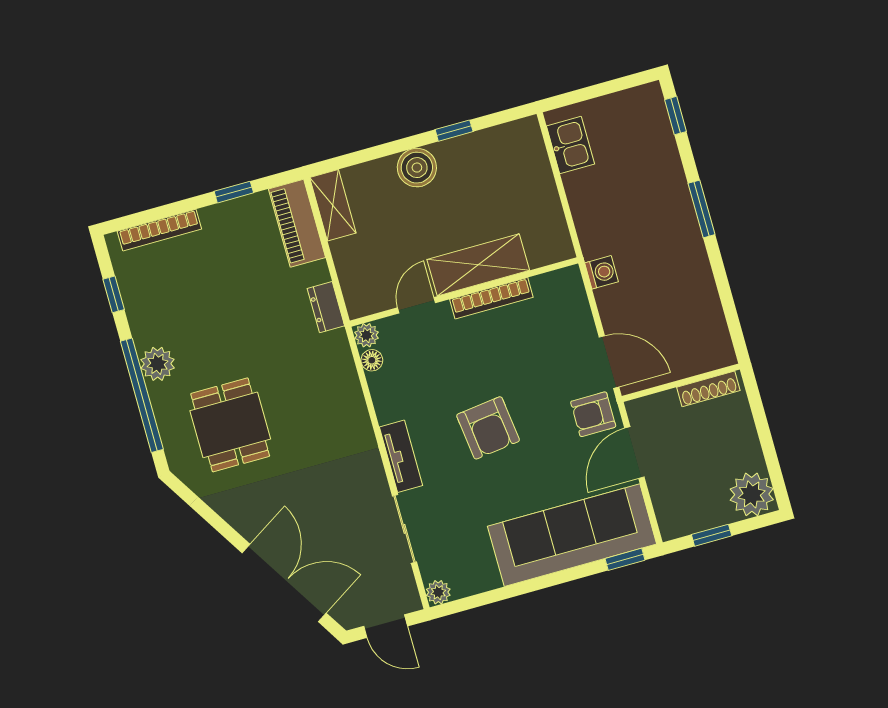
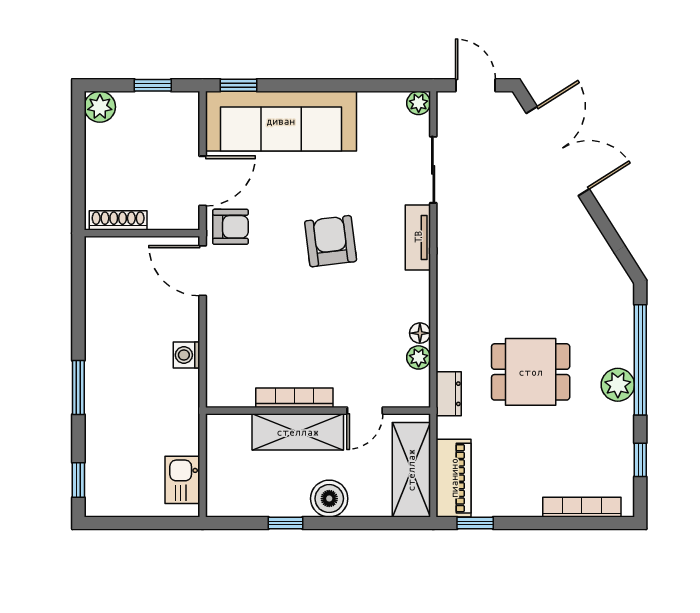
window: (234, 192) -> (475, 523), moved
shelving: (333, 205) -> (411, 470), width x1.50, depth x1.33
shelving: (478, 265) -> (298, 432), moved
wall: (464, 292) -> (318, 411), moved
bookcase: (491, 298) -> (294, 398), moved
door: (417, 305) -> (365, 411), moved
dining table: (230, 425) -> (531, 372), moved, turned 90
plant: (752, 494) -> (100, 107), width x0.73, depth x0.73
double door: (284, 583) -> (558, 151), swing flipped

